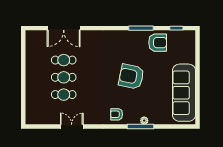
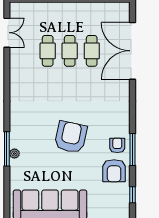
double door: (64, 28) -> (132, 51), width x1.36
armchair: (117, 114) -> (117, 145), moved
double door: (72, 127) -> (7, 33), moved

